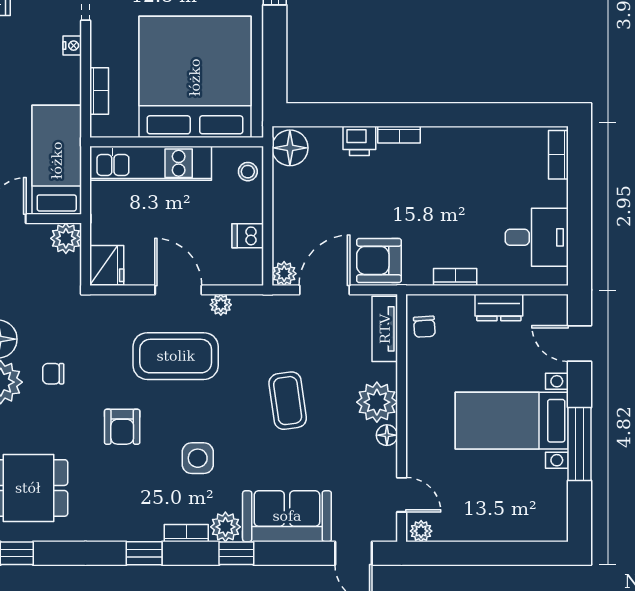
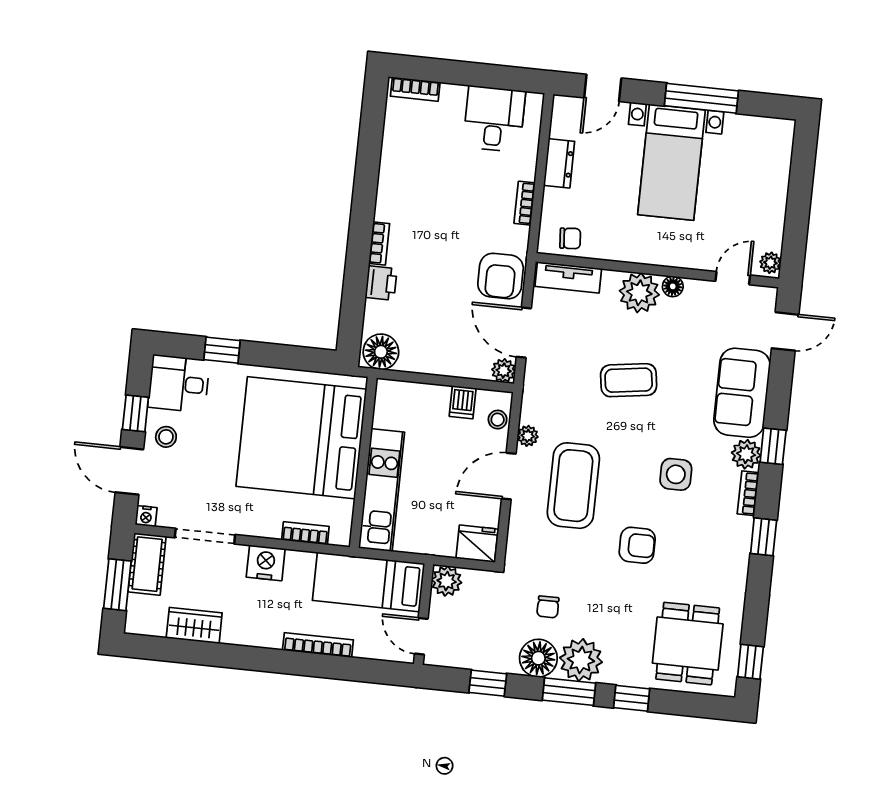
nightstand: (72, 46) -> (266, 563), width x1.89, depth x1.79
stool: (248, 172) -> (498, 420), moved
chair: (53, 374) -> (548, 607), moved

